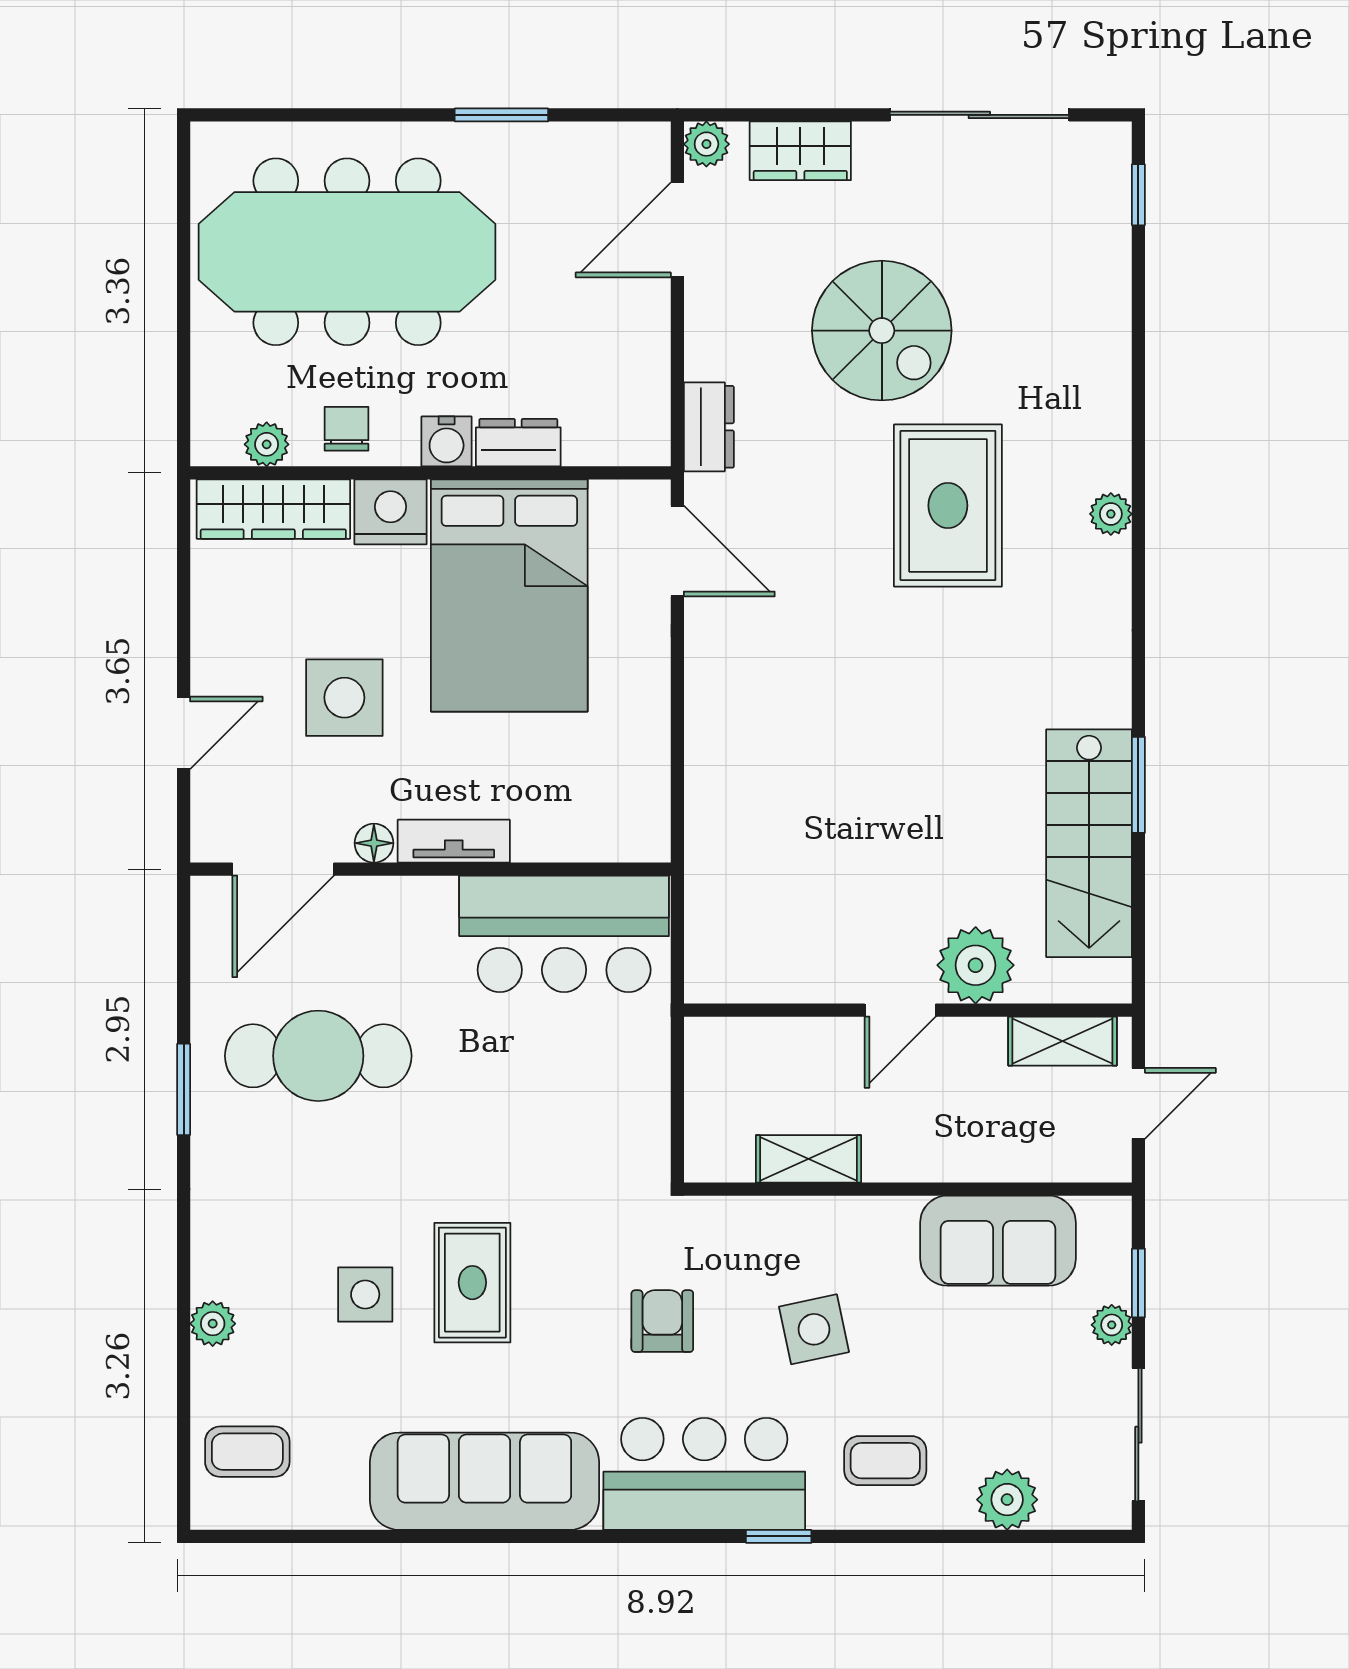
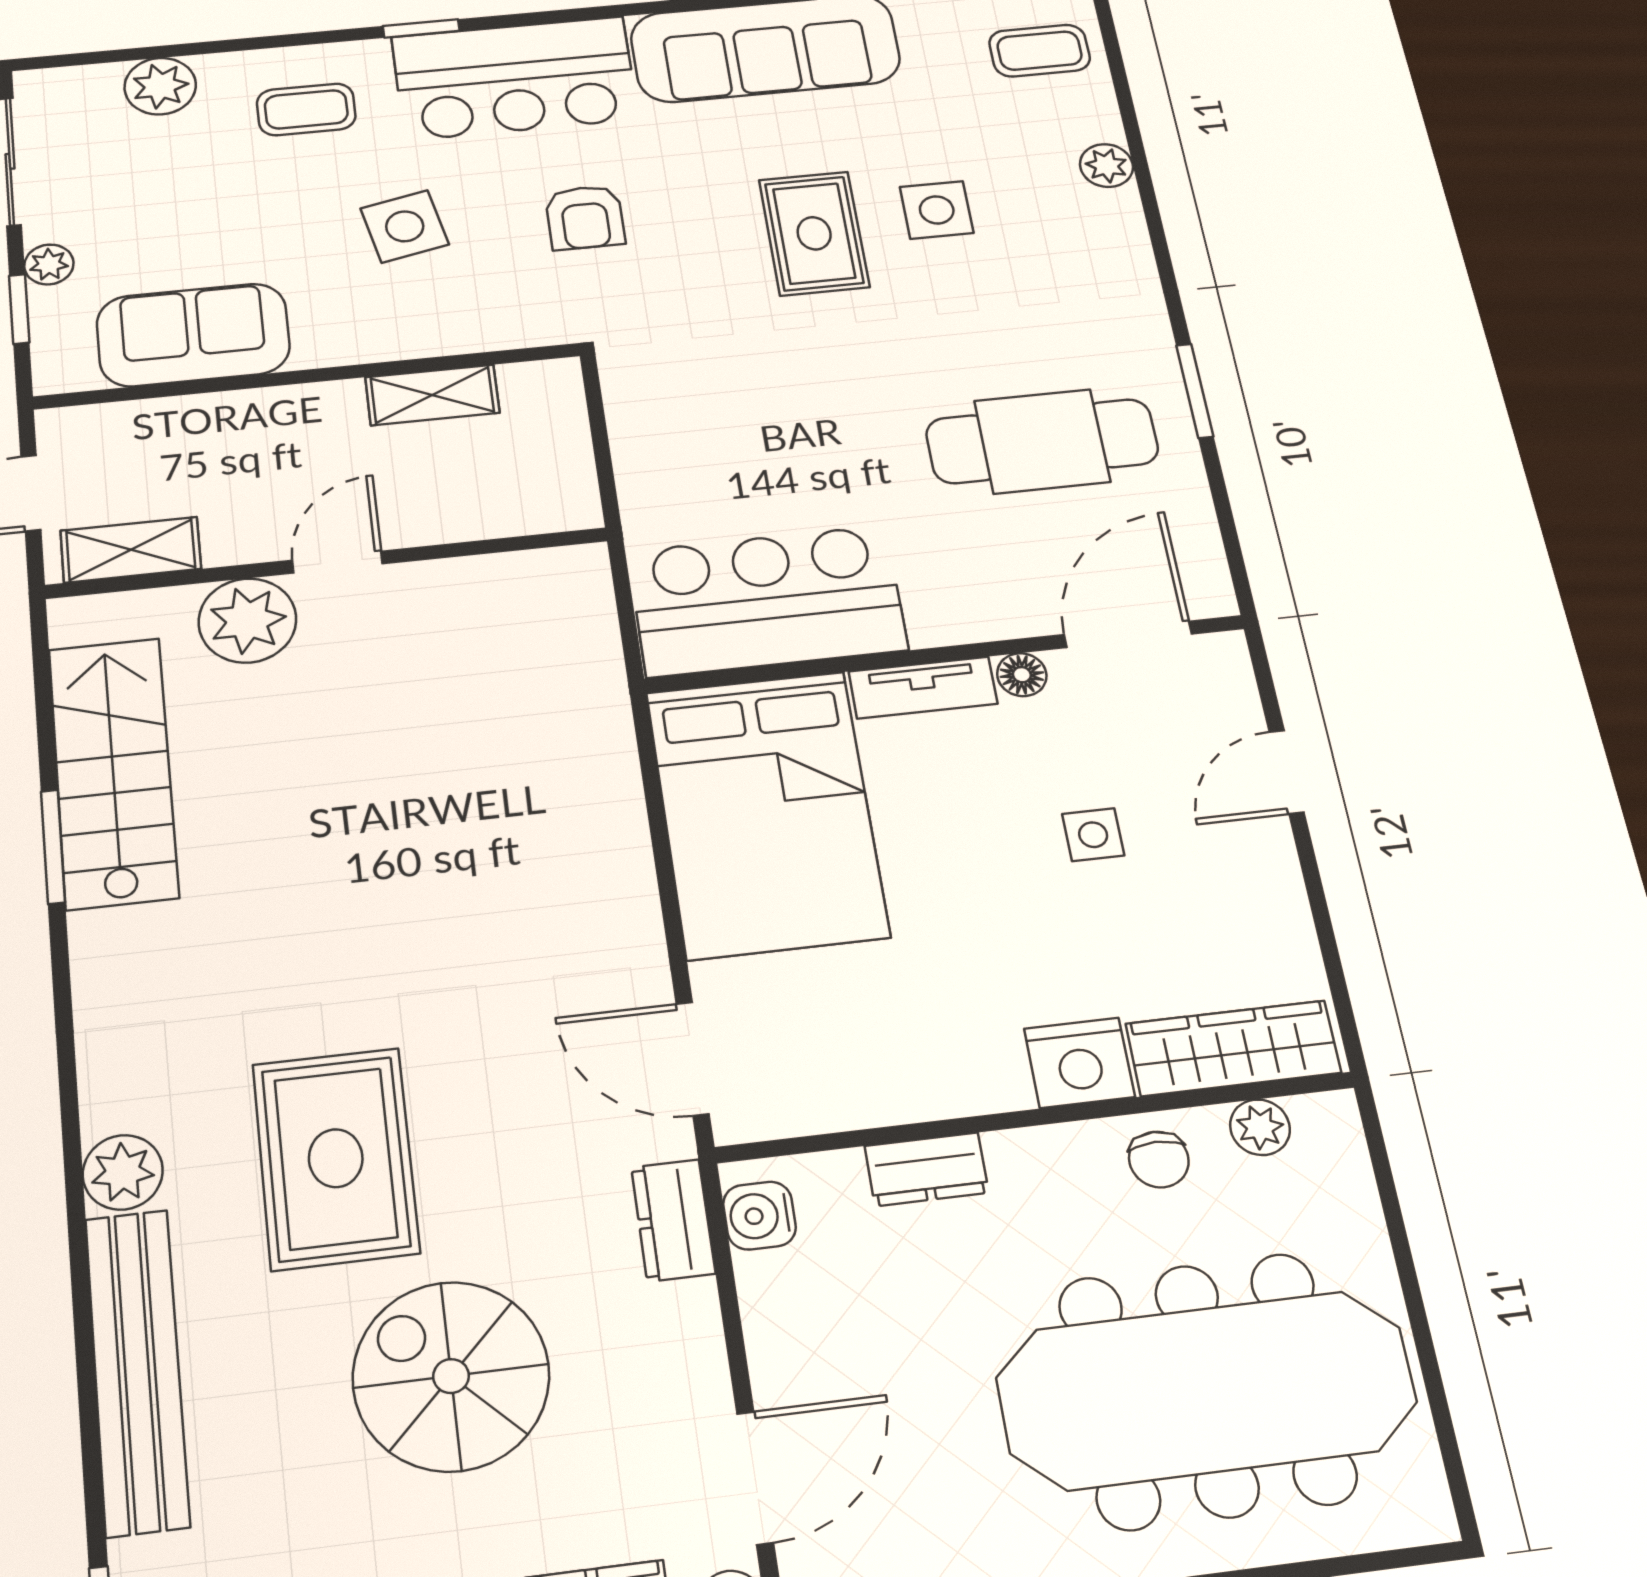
bench: (1103, 363) -> (137, 1371), added
water cooler: (447, 441) -> (760, 1216), moved, turned -90
plant: (1111, 514) -> (123, 1172), width x1.38, depth x1.38
bed: (509, 596) -> (767, 813), moved, turned 180
side table: (344, 698) -> (1093, 835), width x0.54, depth x0.54

